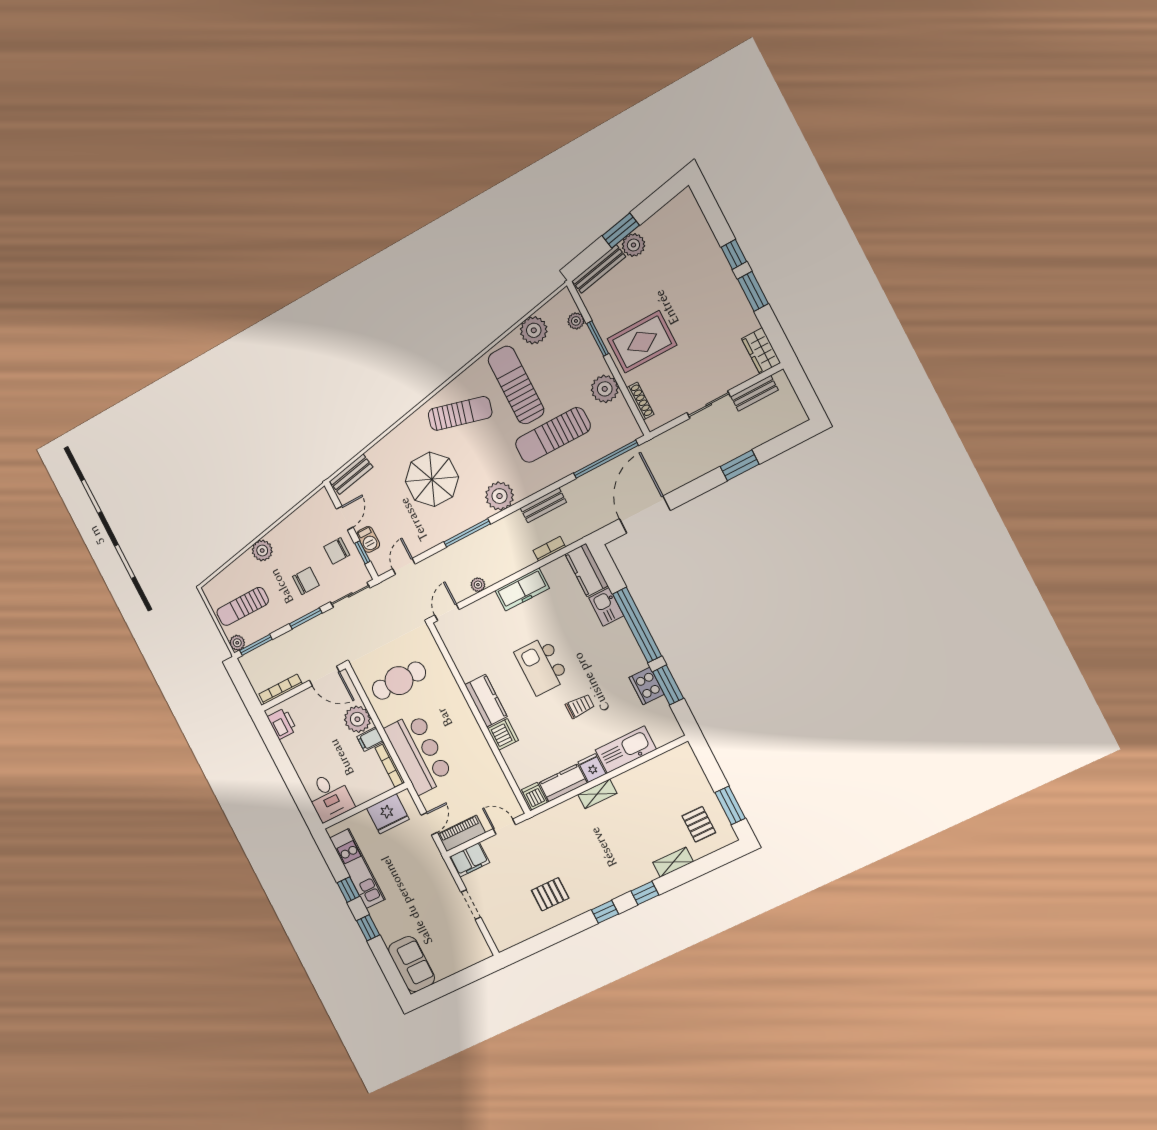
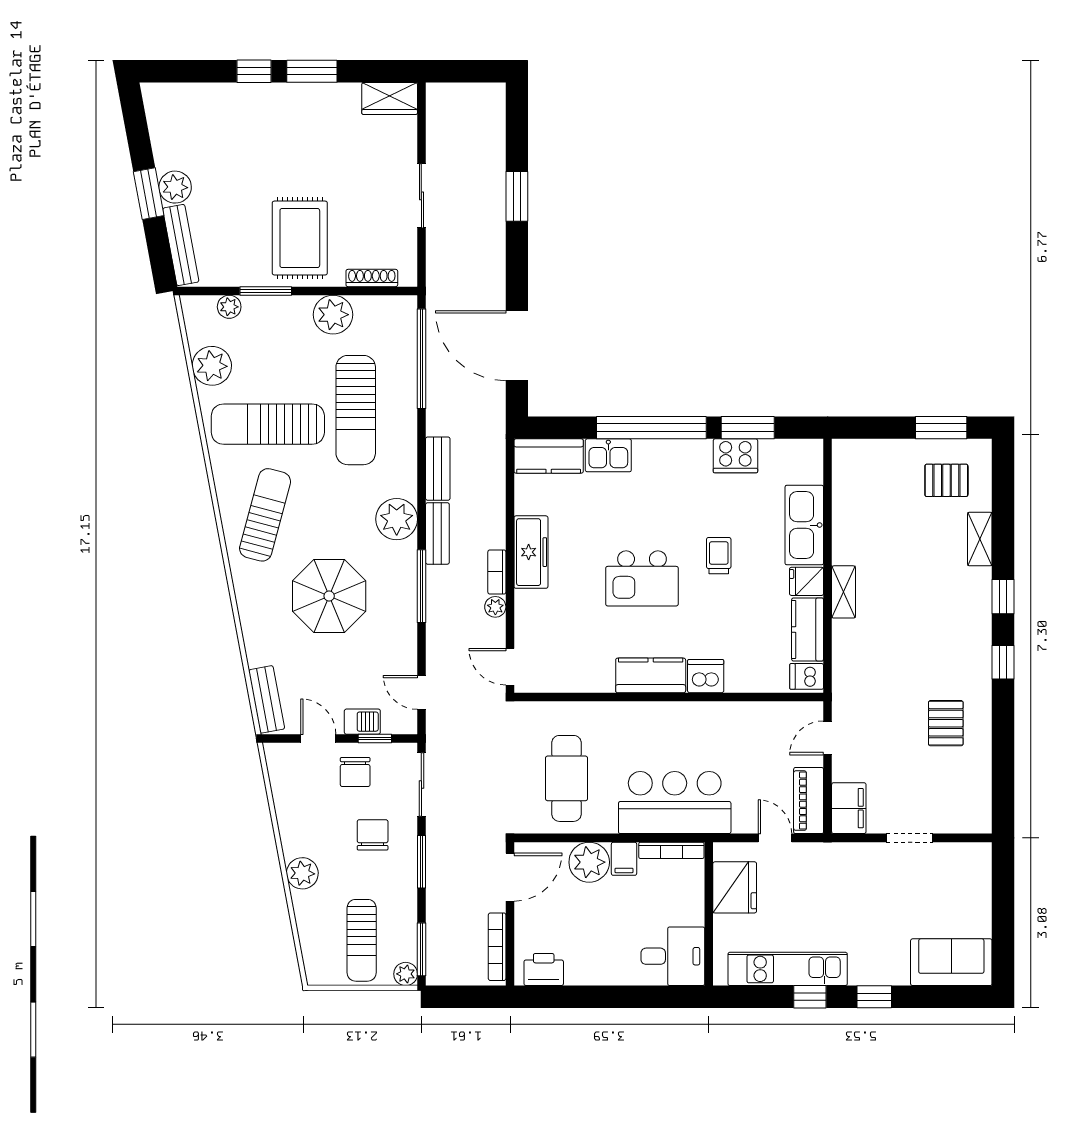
bench: (755, 393) -> (437, 533), moved
bookcase: (549, 549) -> (497, 572), moved

